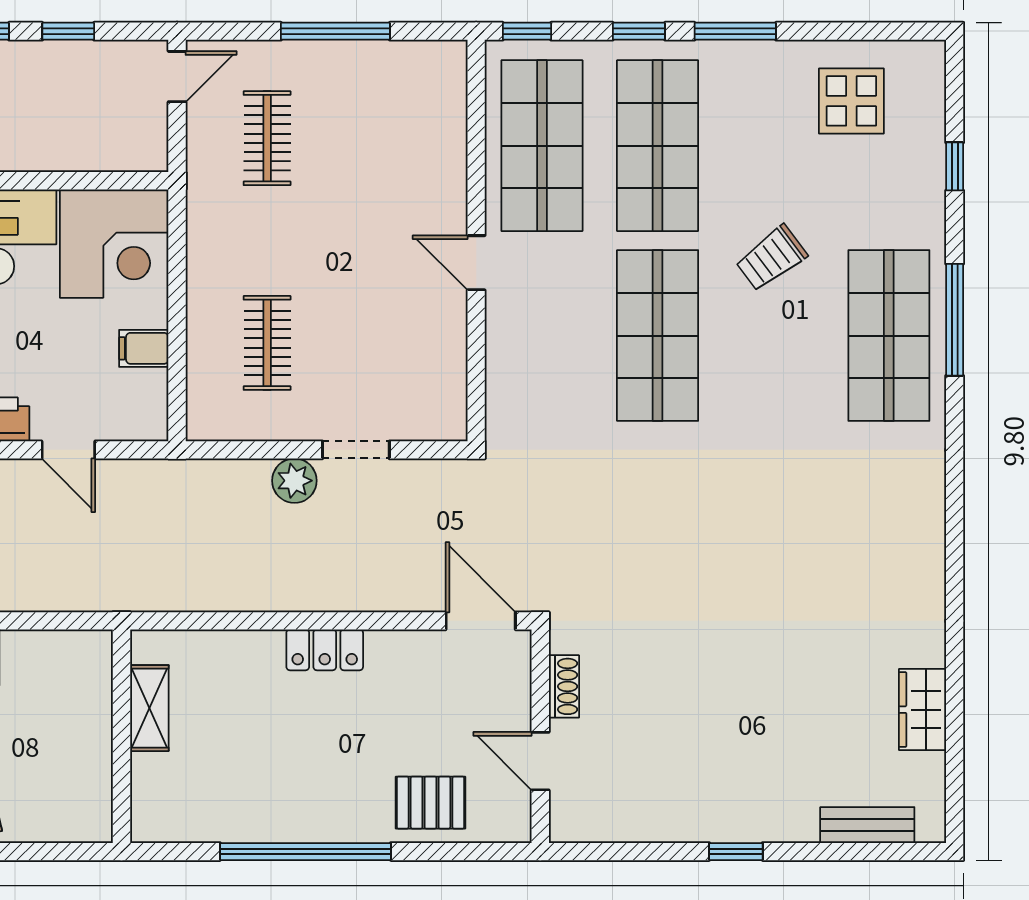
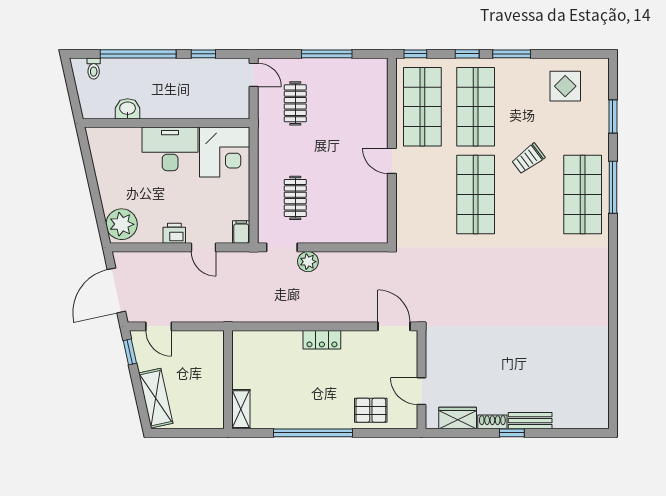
door: (177, 77) -> (254, 75), hinge flipped
window: (955, 166) -> (613, 116), width x1.50
filing cabinet: (144, 348) -> (241, 232), moved, turned 90
doorway: (356, 450) -> (282, 247), moved
shoe rack: (564, 686) -> (492, 422), moved, turned -90
shelving: (149, 708) -> (241, 409), moved
wardrobe: (923, 710) -> (458, 418), moved, turned 90
bench: (867, 825) -> (530, 421), moved

